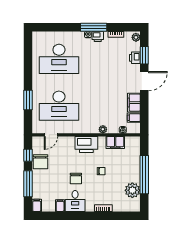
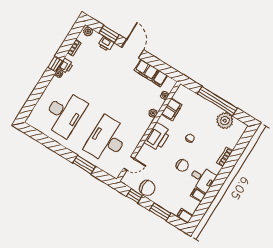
window: (94, 27) -> (55, 64), width x0.46
desk: (59, 106) -> (107, 140), turned 180
door: (51, 135) -> (129, 163), hinge flipped
window: (28, 184) -> (160, 212), width x0.69

